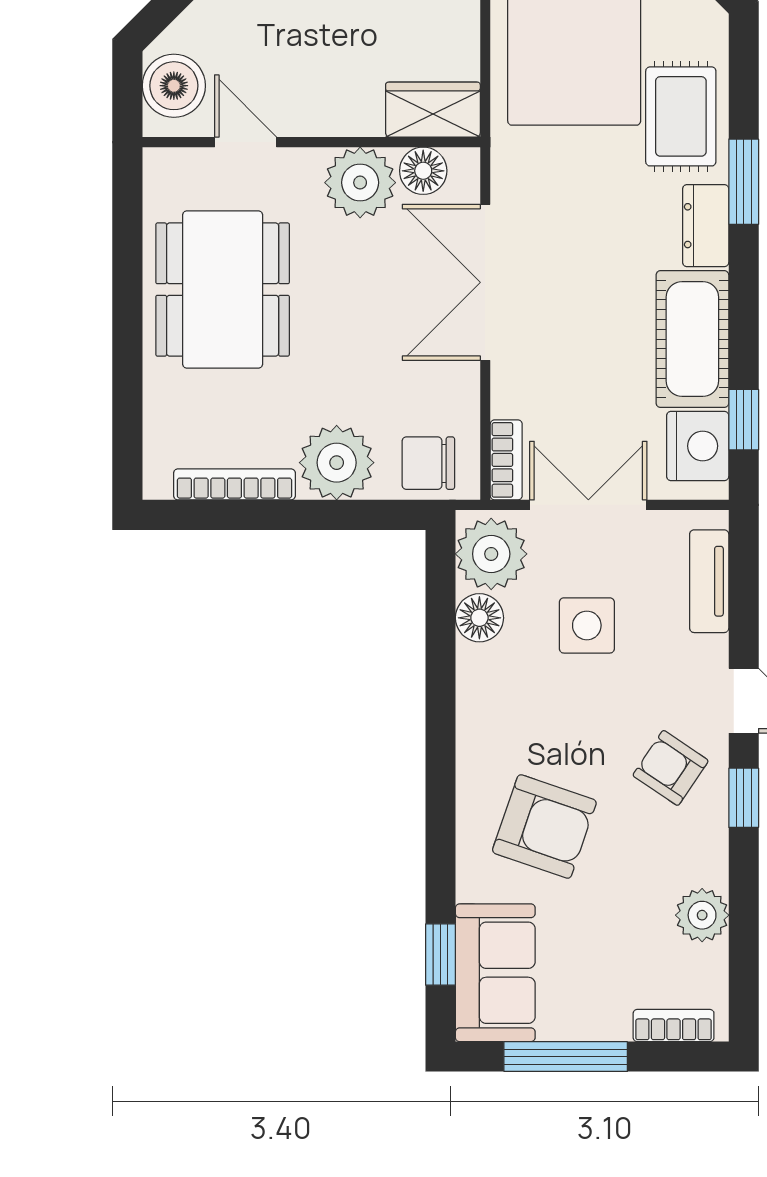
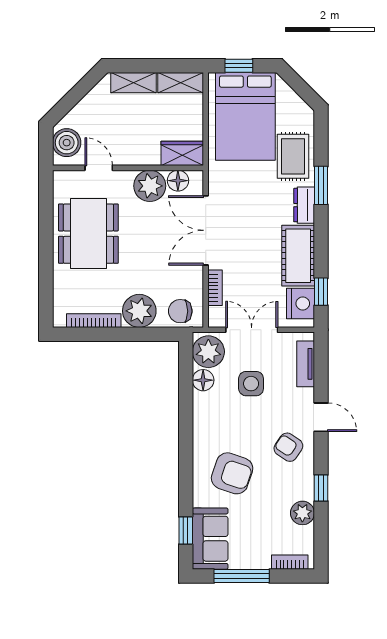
bookcase: (506, 460) -> (215, 288), moved
window: (744, 798) -> (321, 488), moved

